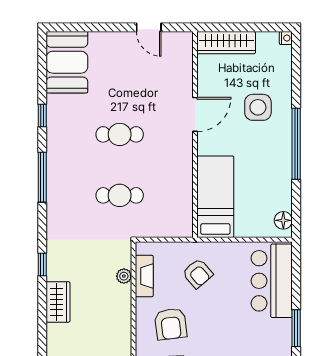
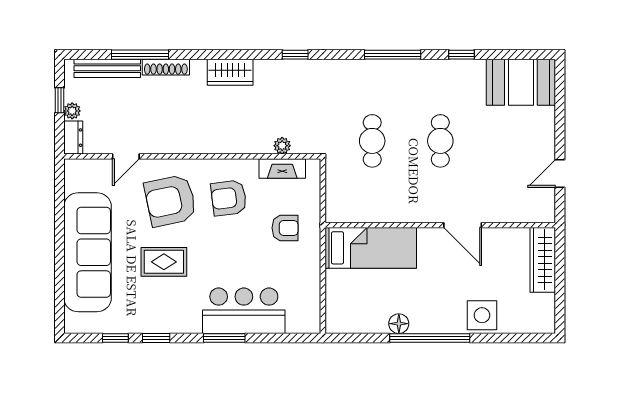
nightstand: (286, 38) -> (548, 327), removed
side table: (258, 107) -> (482, 315), moved
floor lamp: (283, 220) -> (399, 324), moved
armchair: (198, 273) -> (285, 228), turned -139
bar counter: (272, 281) -> (244, 311), moved
wardrobe: (58, 302) -> (230, 72), moved

